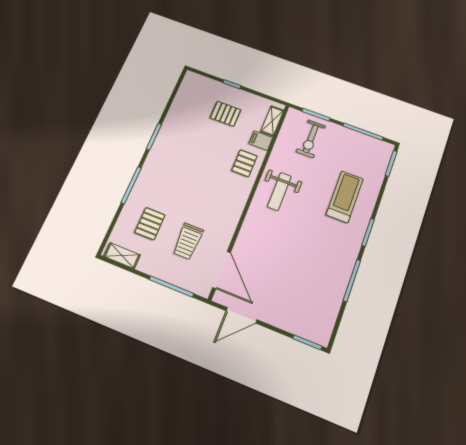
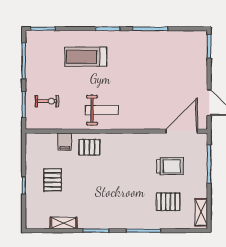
shelving: (272, 121) -> (64, 223), moved
exercise bike: (311, 139) -> (47, 101), width x0.73, depth x0.72

